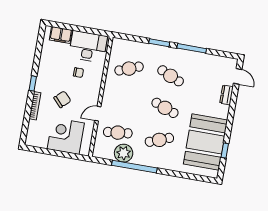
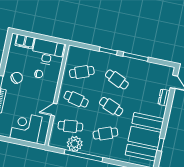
chair: (62, 99) -> (17, 78), moved
cafe table: (123, 101) -> (76, 99), added

